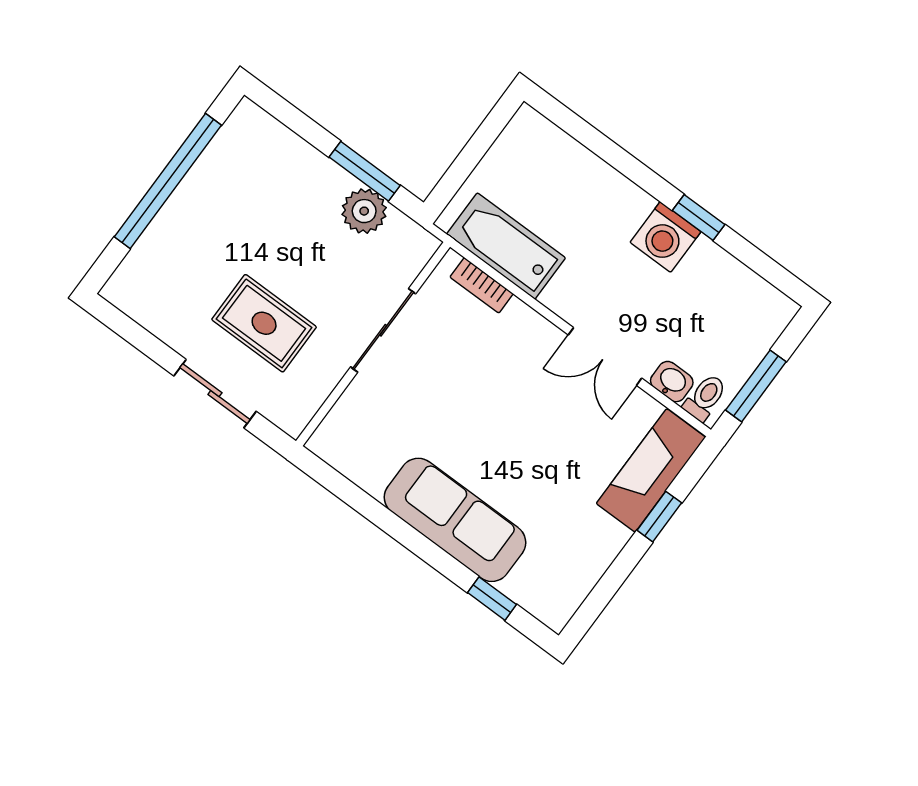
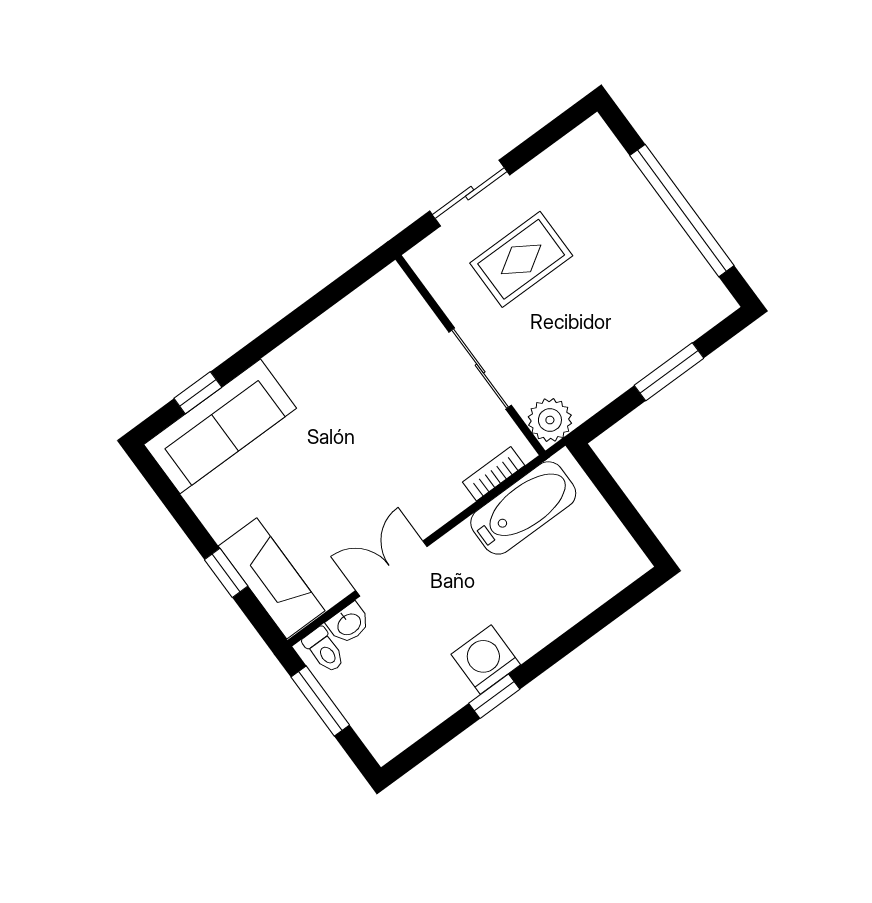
window: (365, 171) -> (669, 372), moved
plant: (364, 211) -> (550, 420), moved
sofa: (455, 520) -> (220, 426), moved

